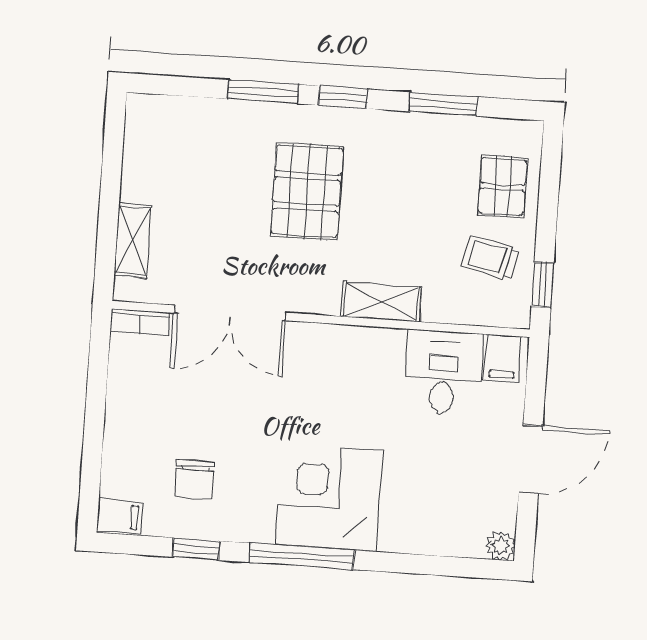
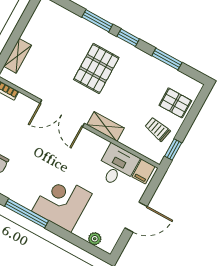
pallet: (503, 187) -> (175, 103), turned 90
double door: (230, 313) -> (62, 113), moved
corner desk: (329, 497) -> (62, 202), moved
plant: (501, 546) -> (95, 239), moved

